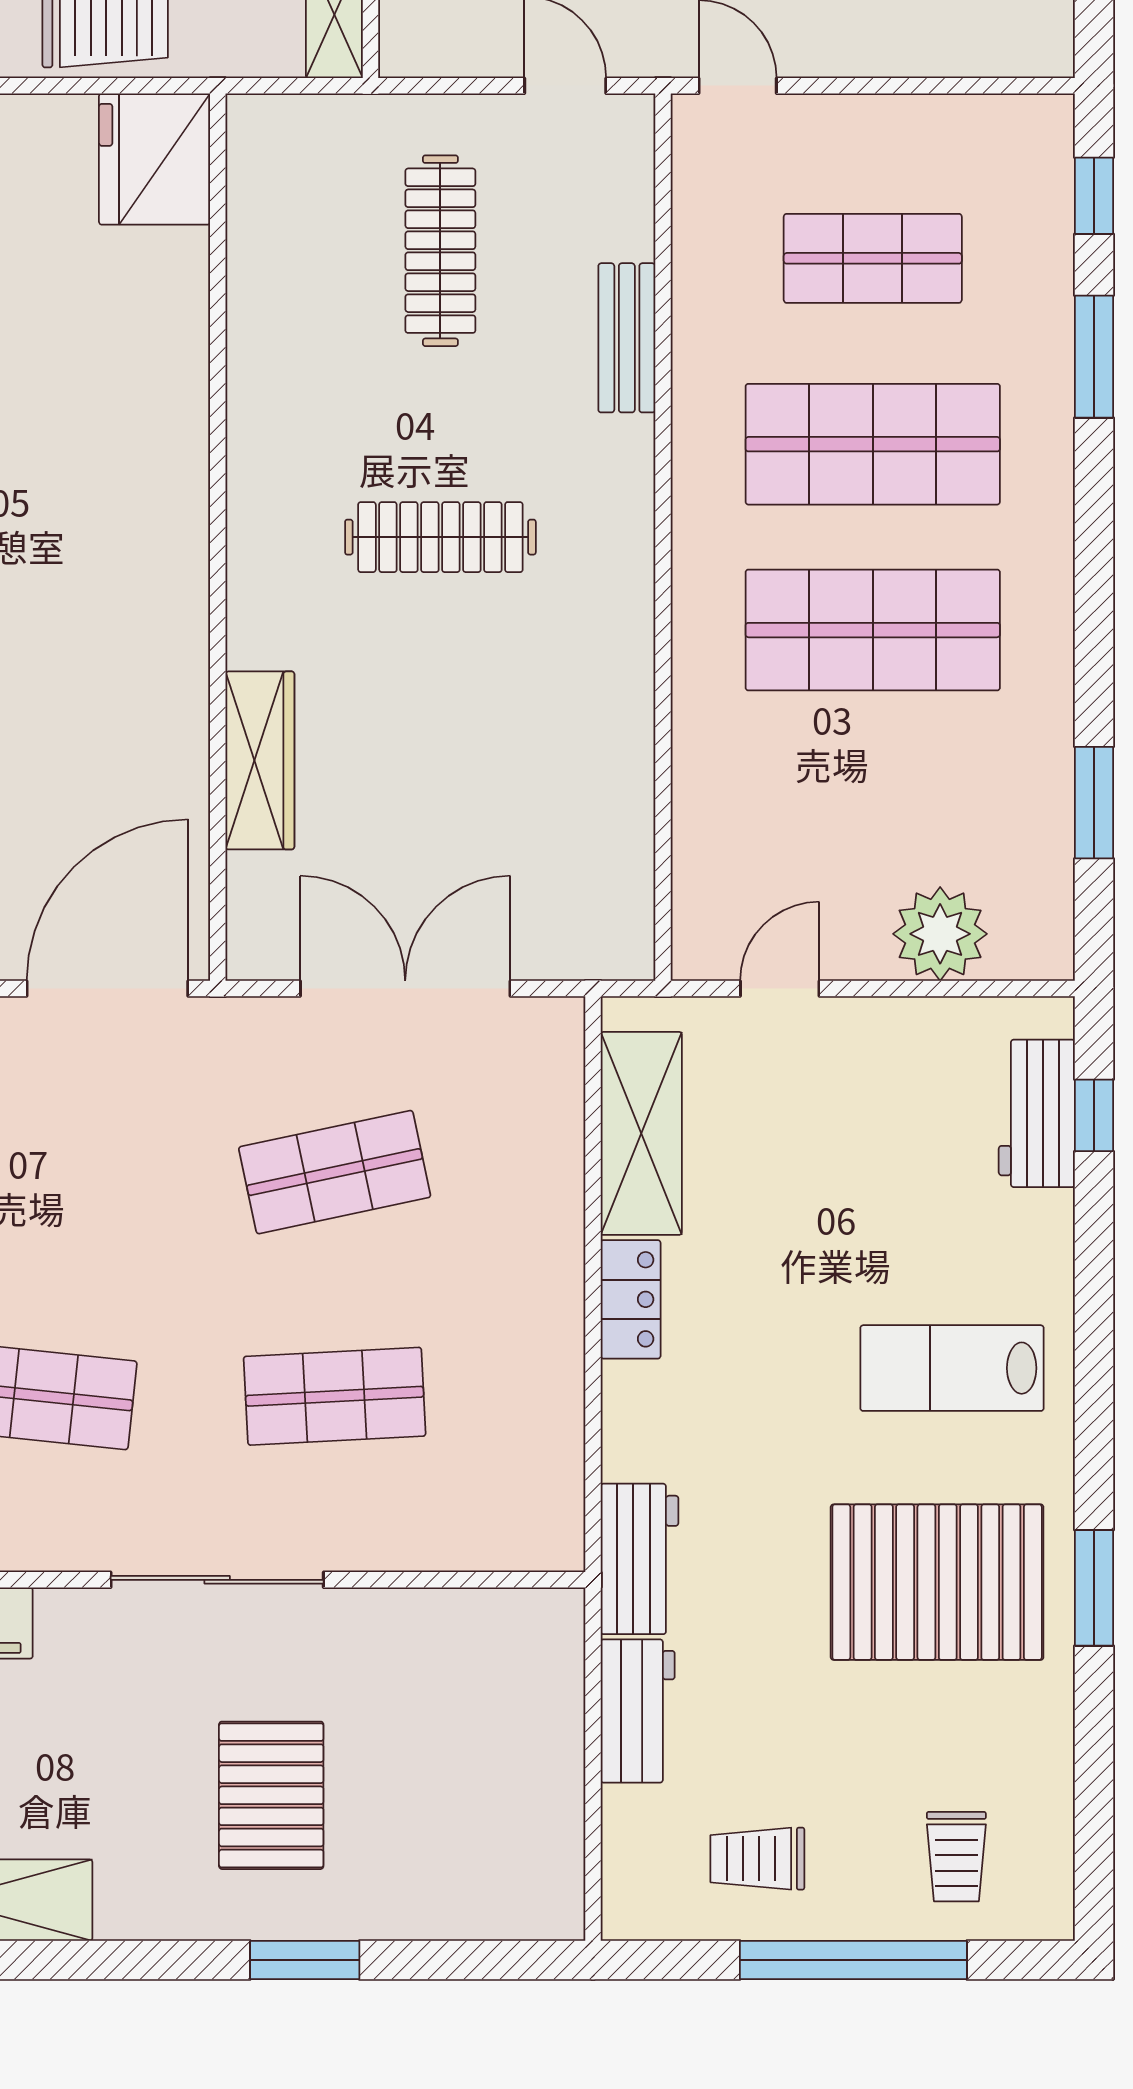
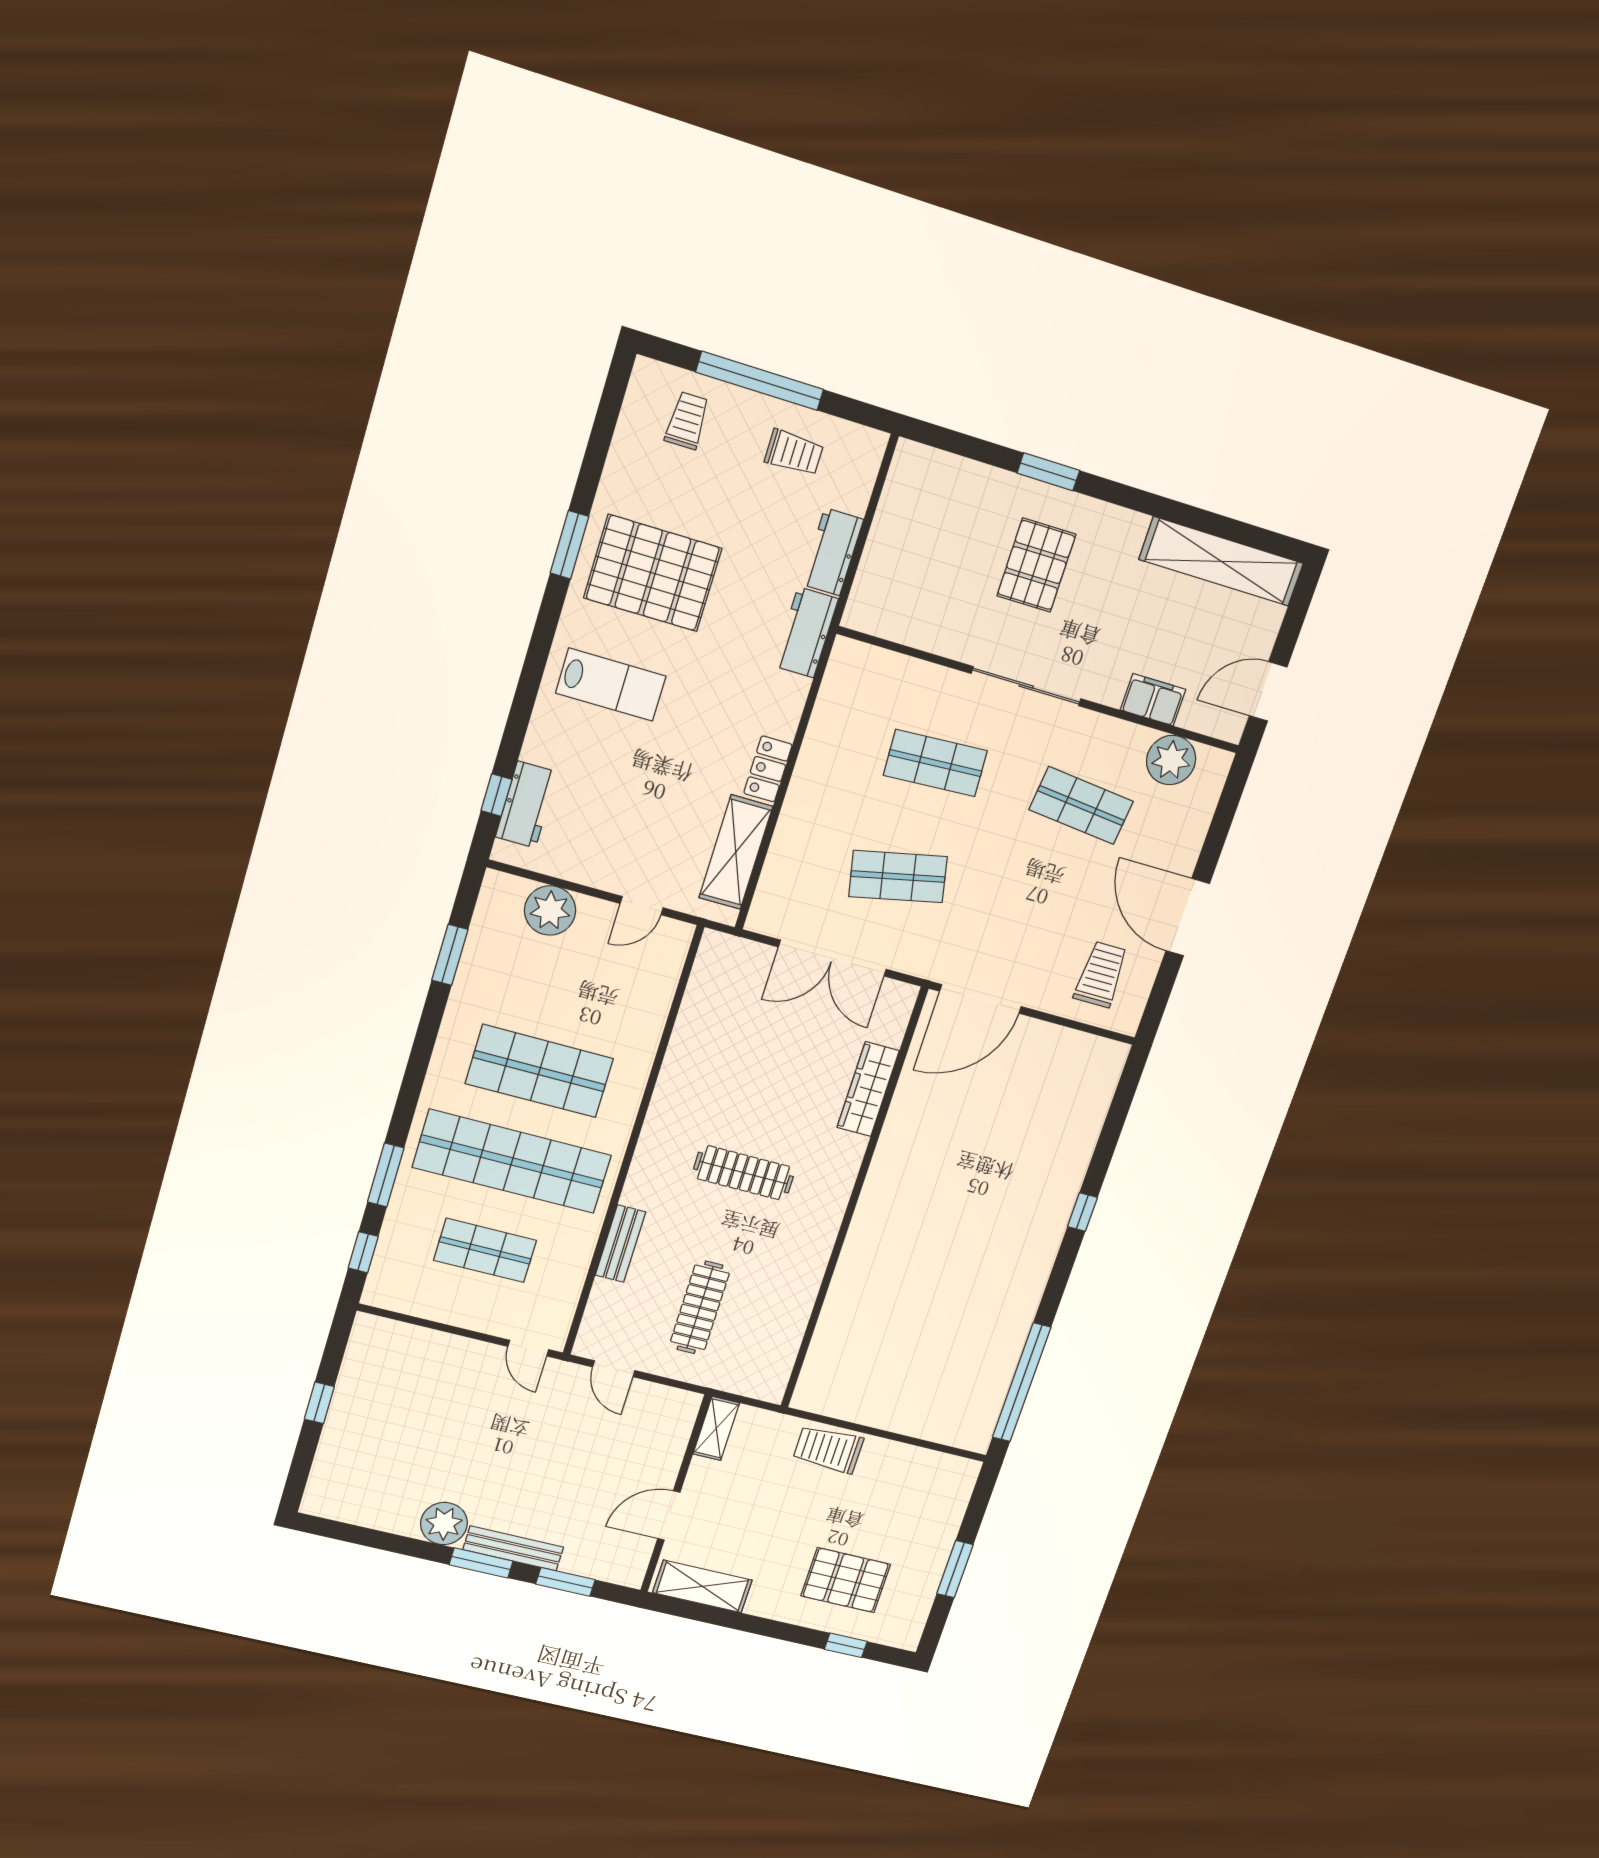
fridge: (155, 159) -> (825, 1384), removed
shop shelf: (873, 444) -> (512, 1161), width x1.40

